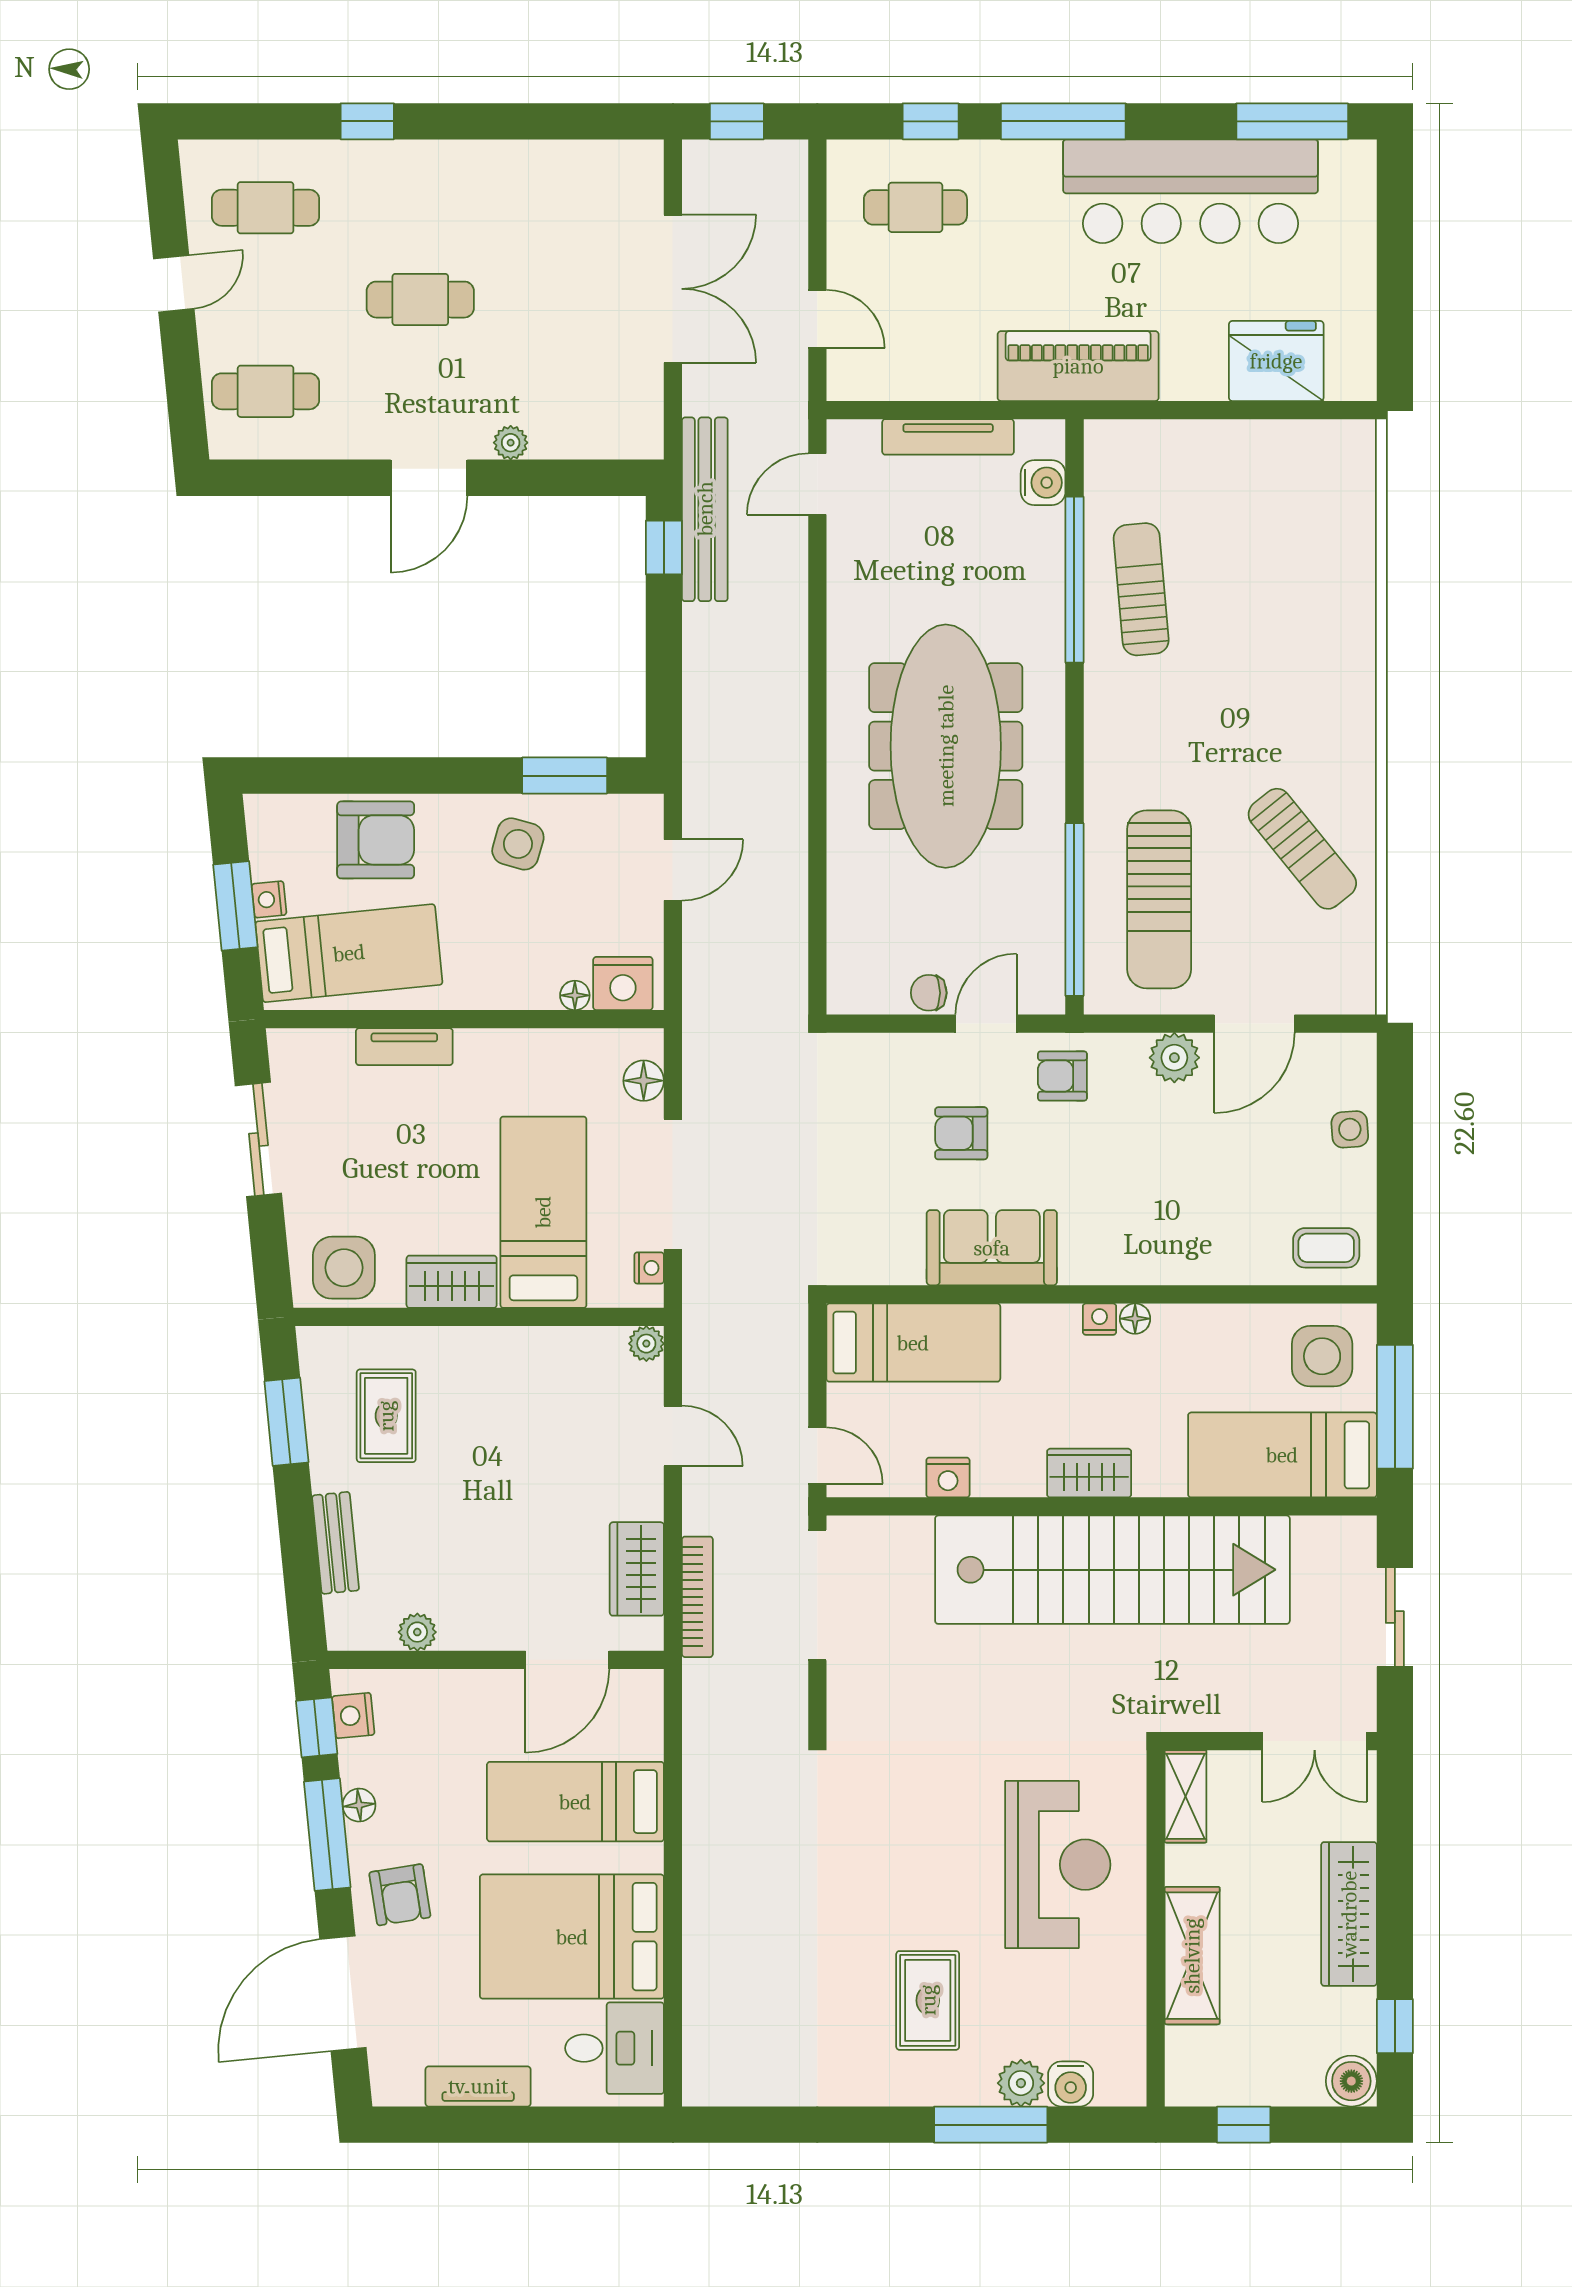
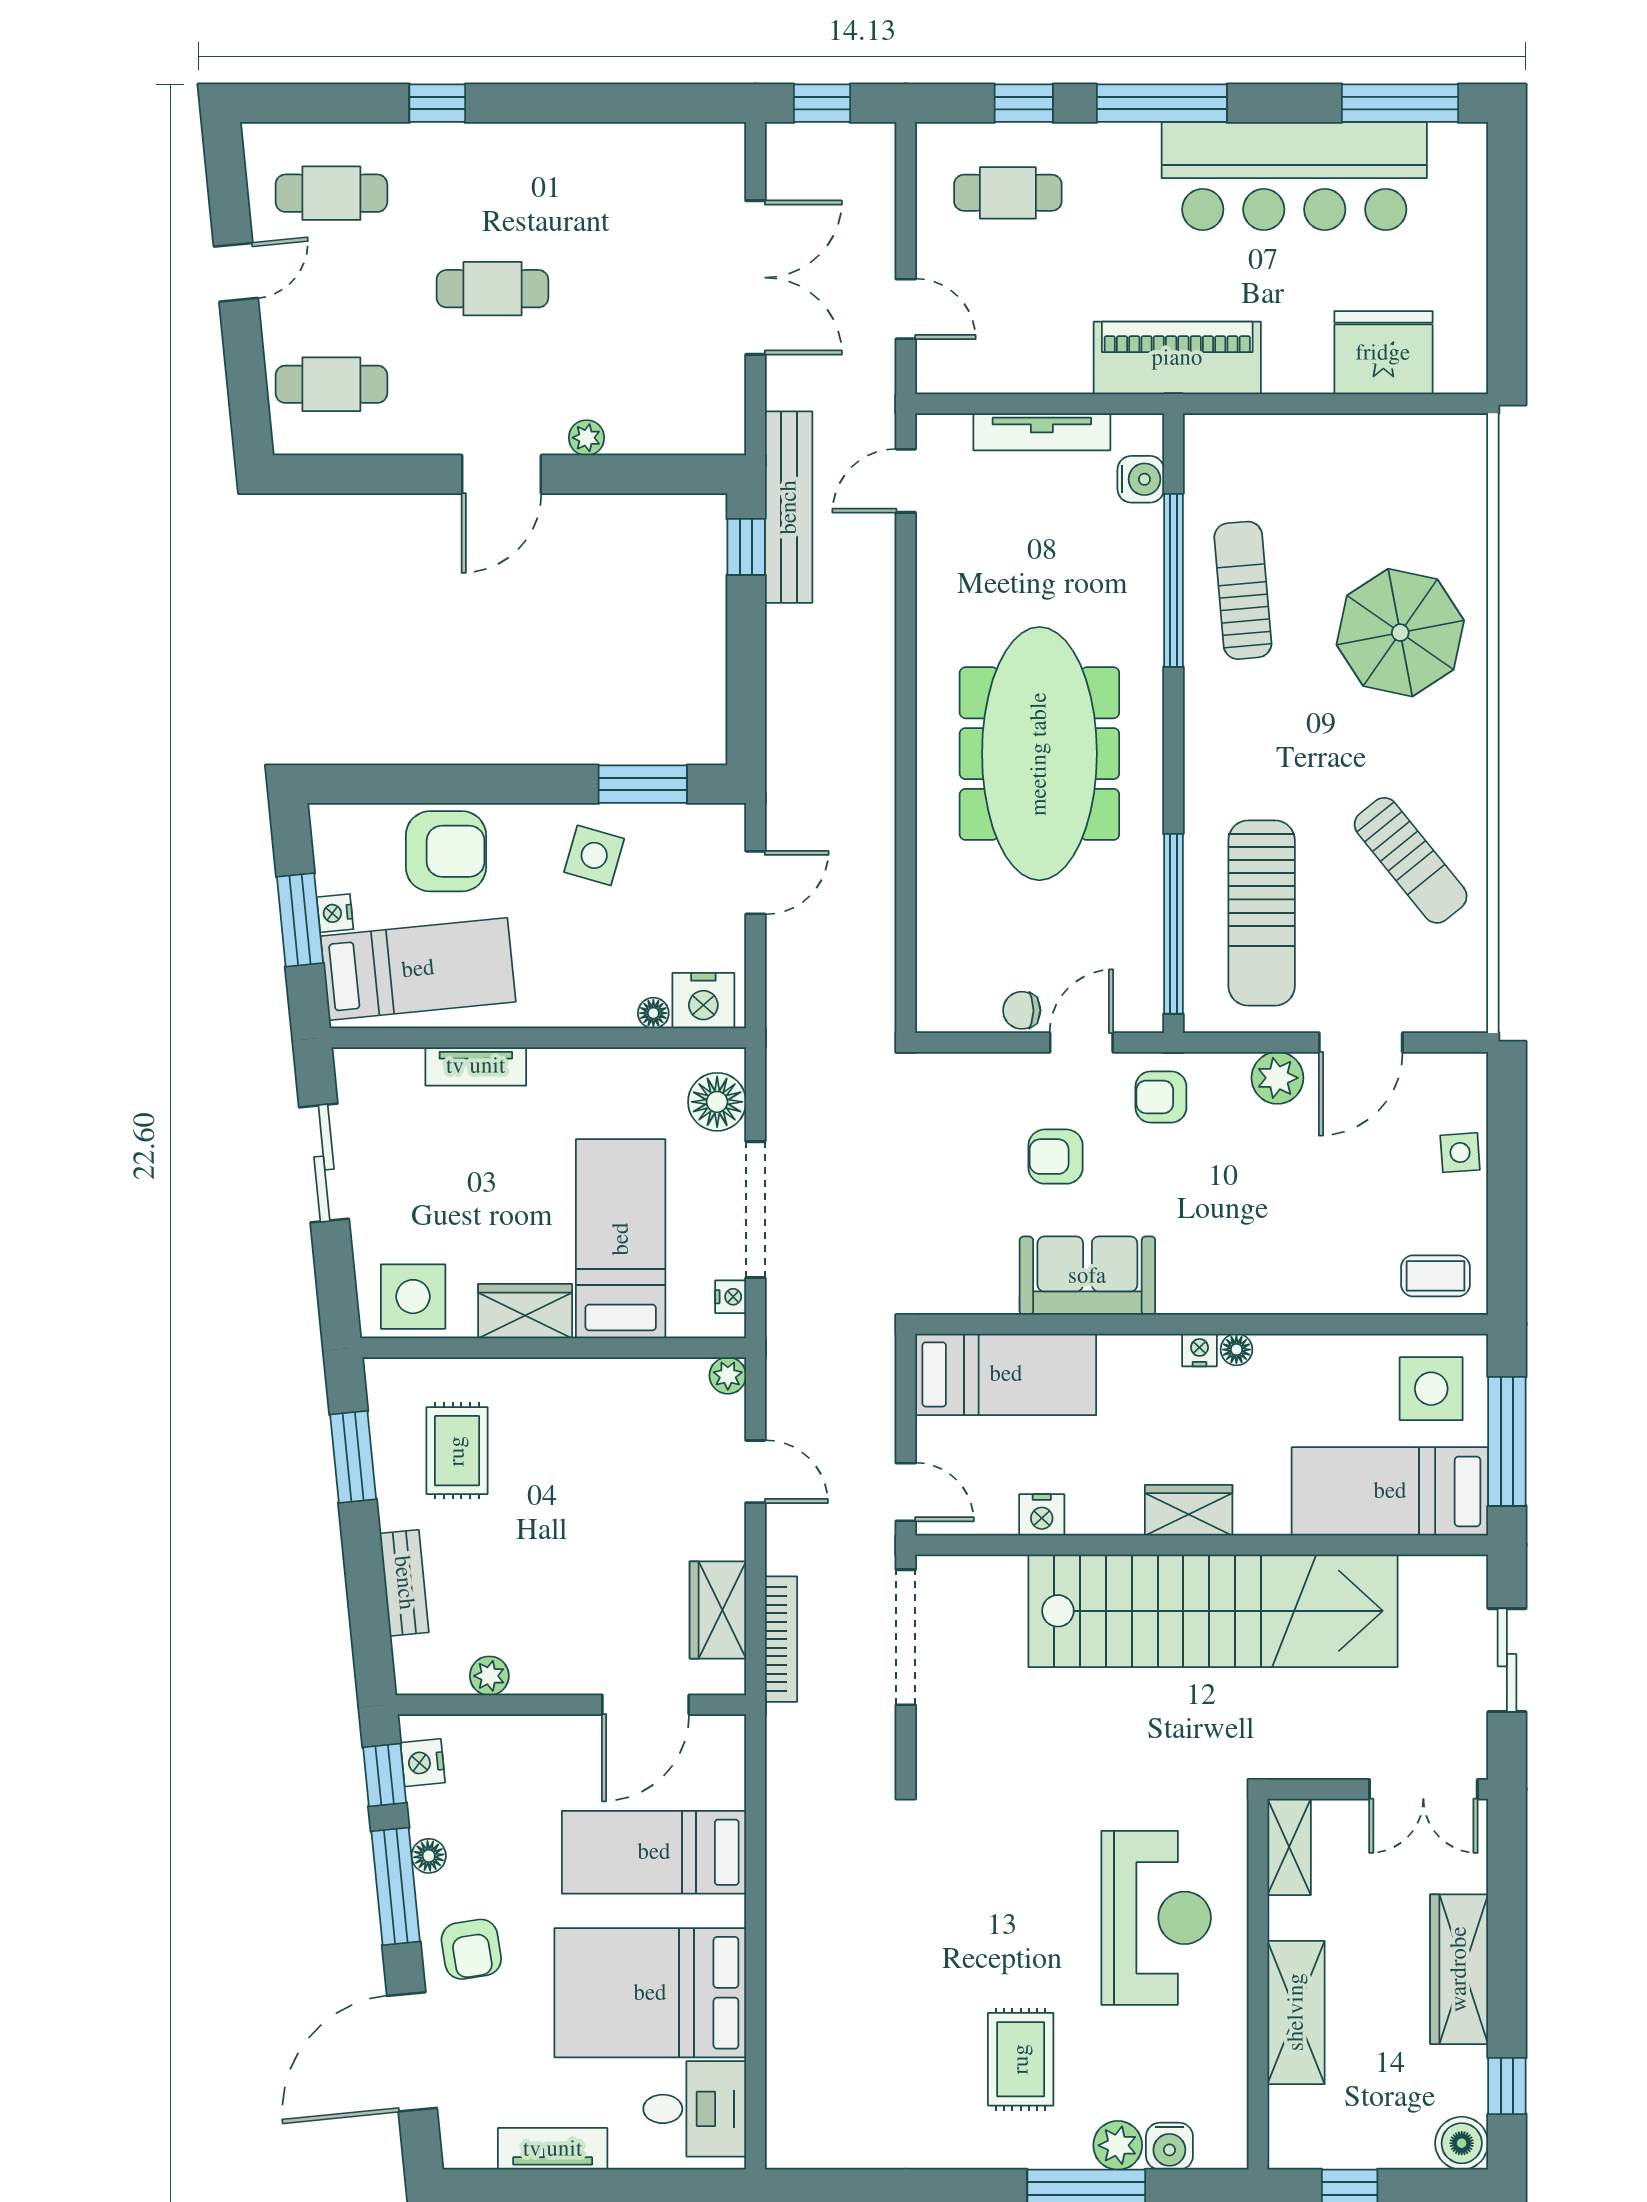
parasol: (1292, 630) -> (1400, 633), added
floor lamp: (644, 1081) -> (717, 1102), width x1.38, depth x1.38

